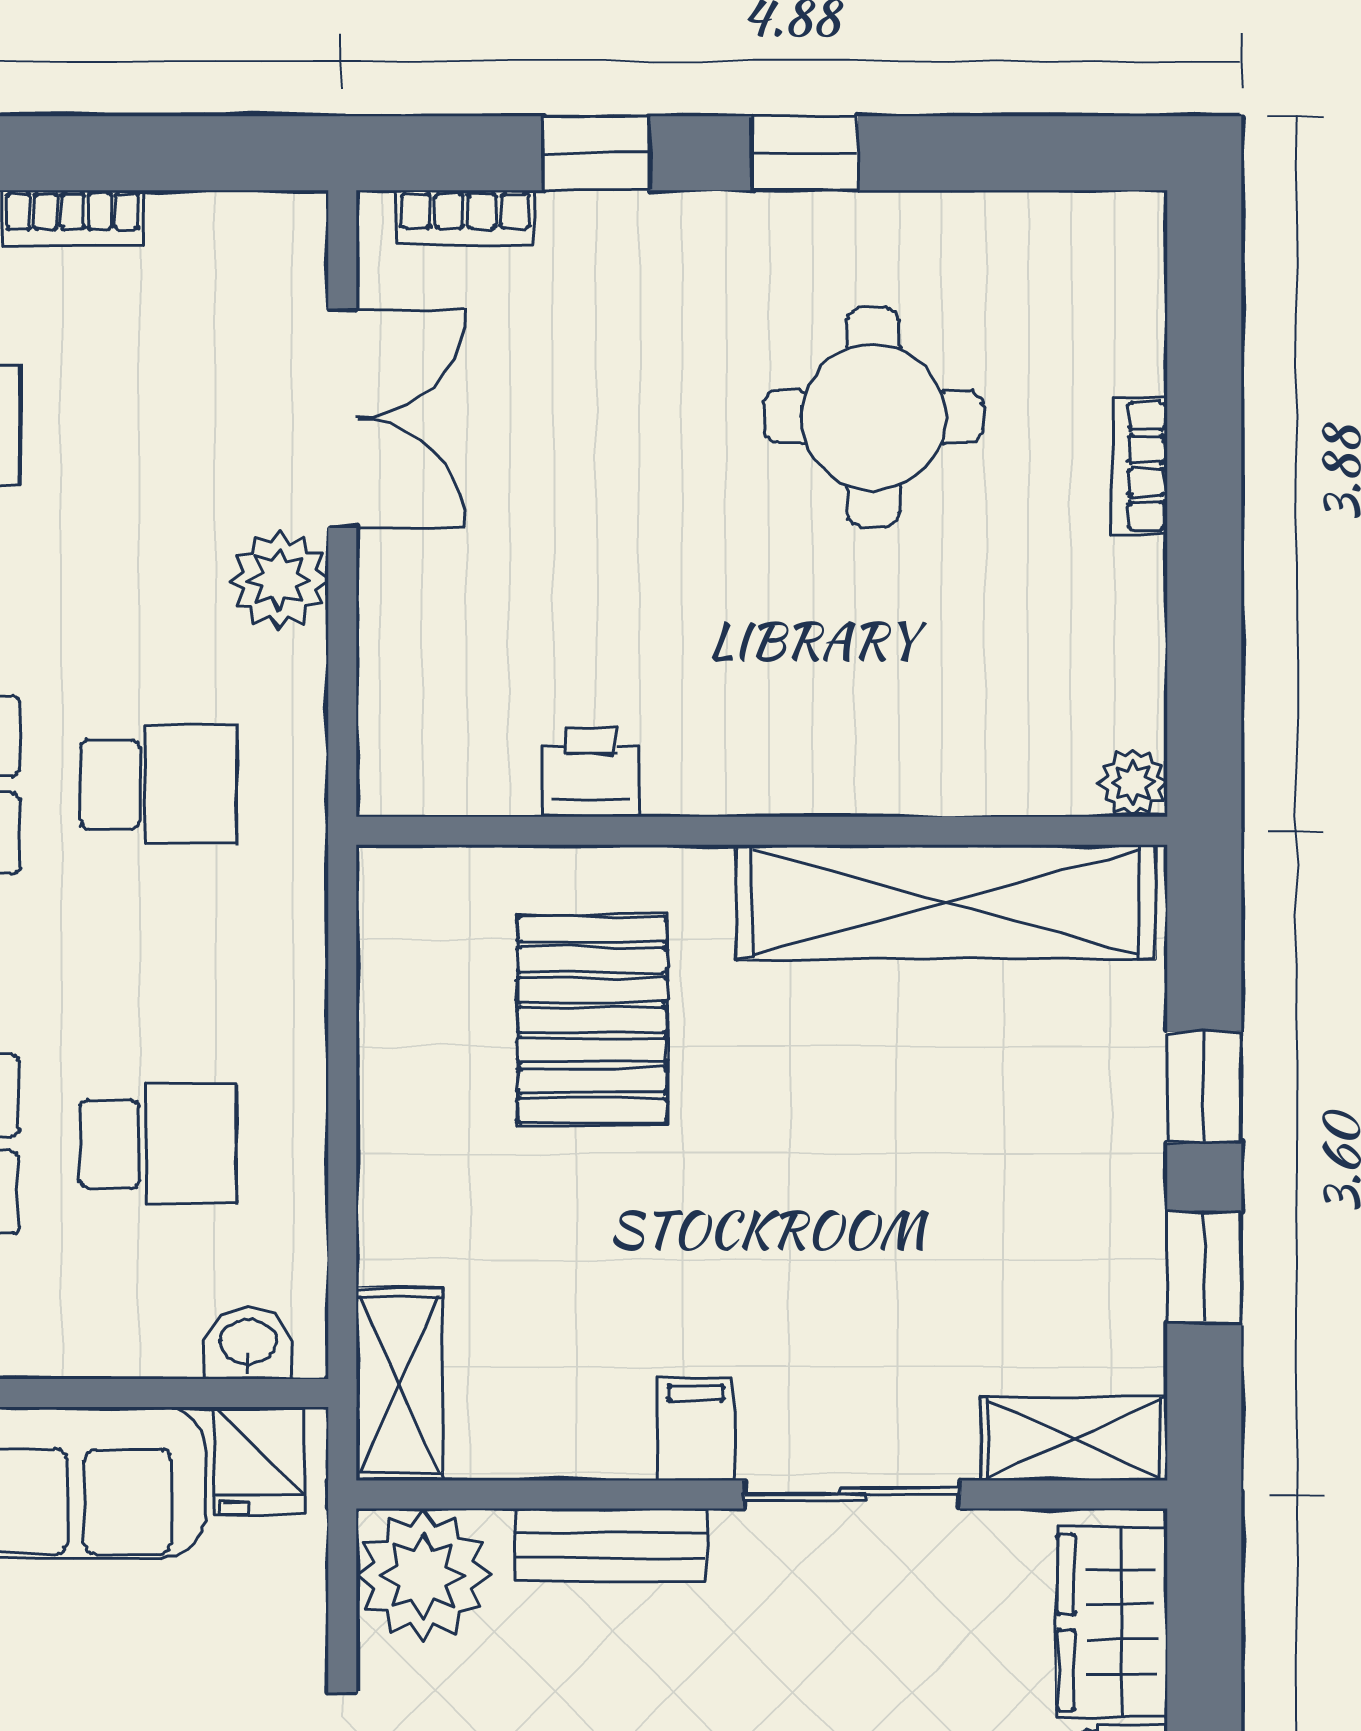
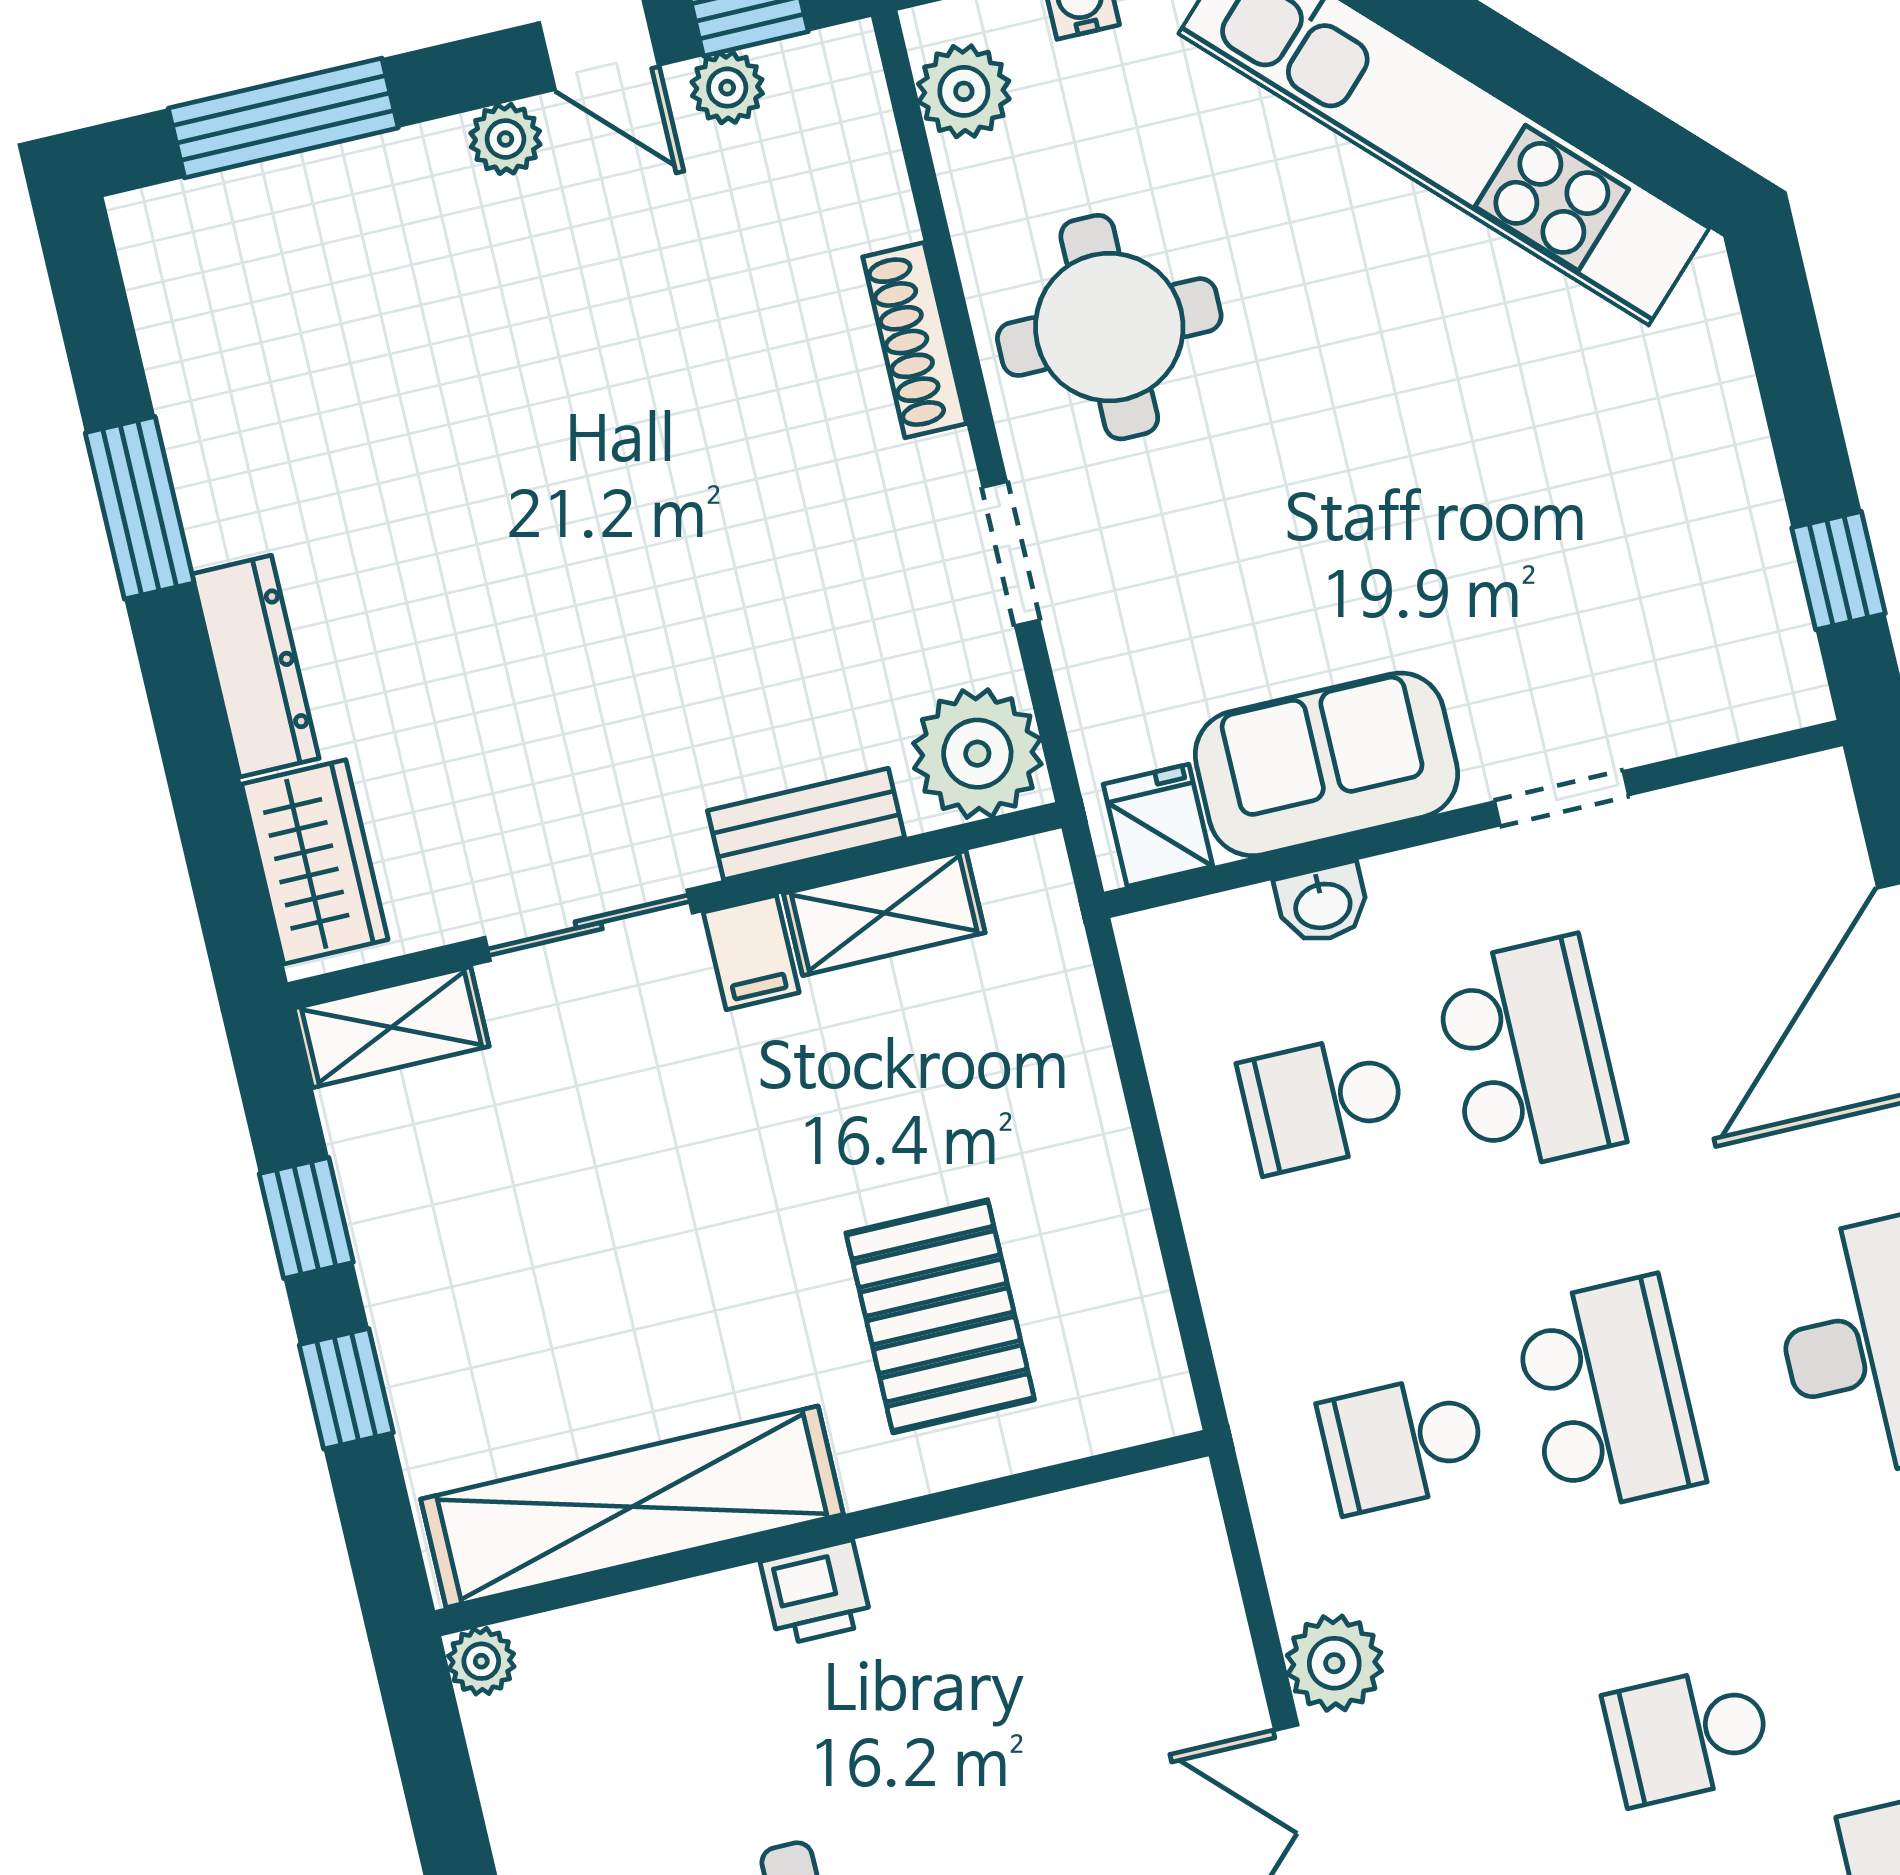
printer: (591, 772) -> (816, 1593), moved
washbasin: (248, 1343) -> (1322, 904), moved
shelving: (399, 1384) -> (884, 913), moved, turned 90

